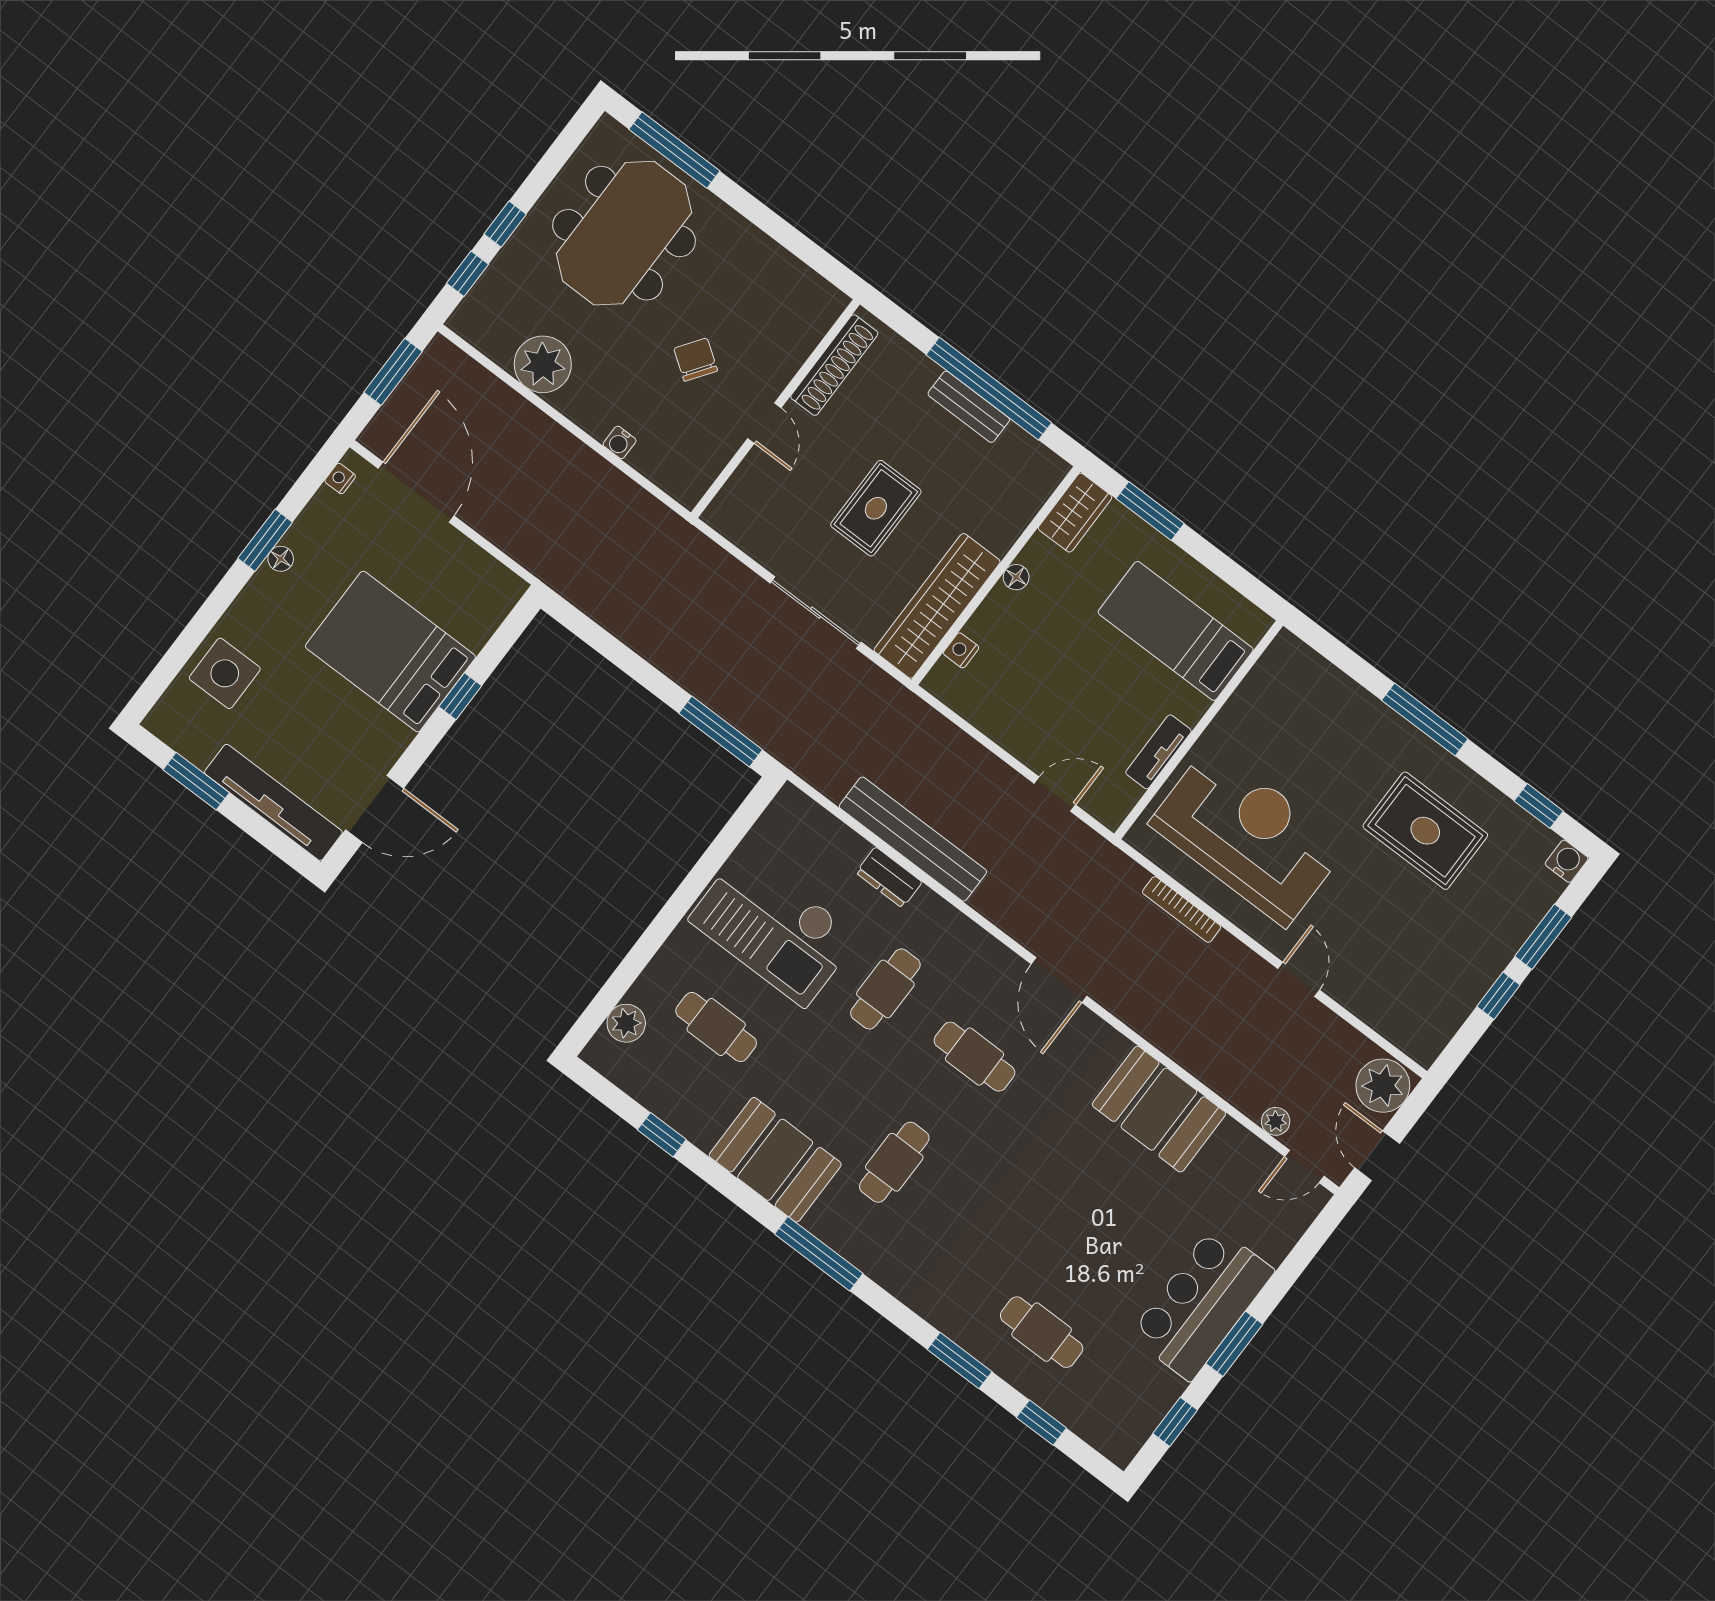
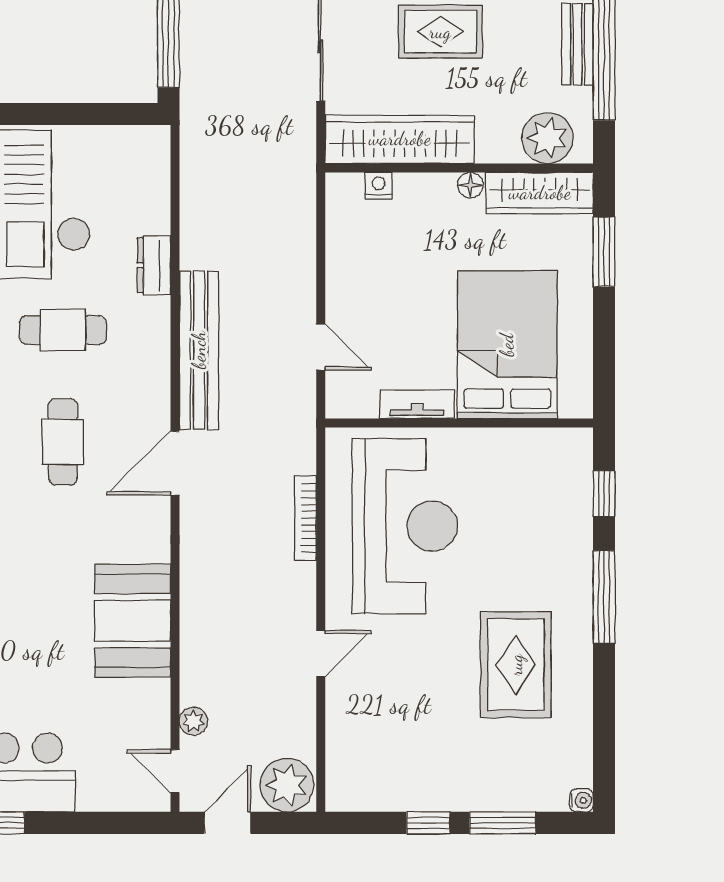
plant: (1025, 487) -> (547, 138), added
wardrobe: (1075, 513) -> (540, 193), width x1.50
bed: (1176, 631) -> (507, 345), width x1.50
window: (1539, 806) -> (604, 494), moved
bench: (913, 839) -> (199, 350), moved
water cooler: (1567, 861) -> (581, 800), width x0.72, depth x0.72

